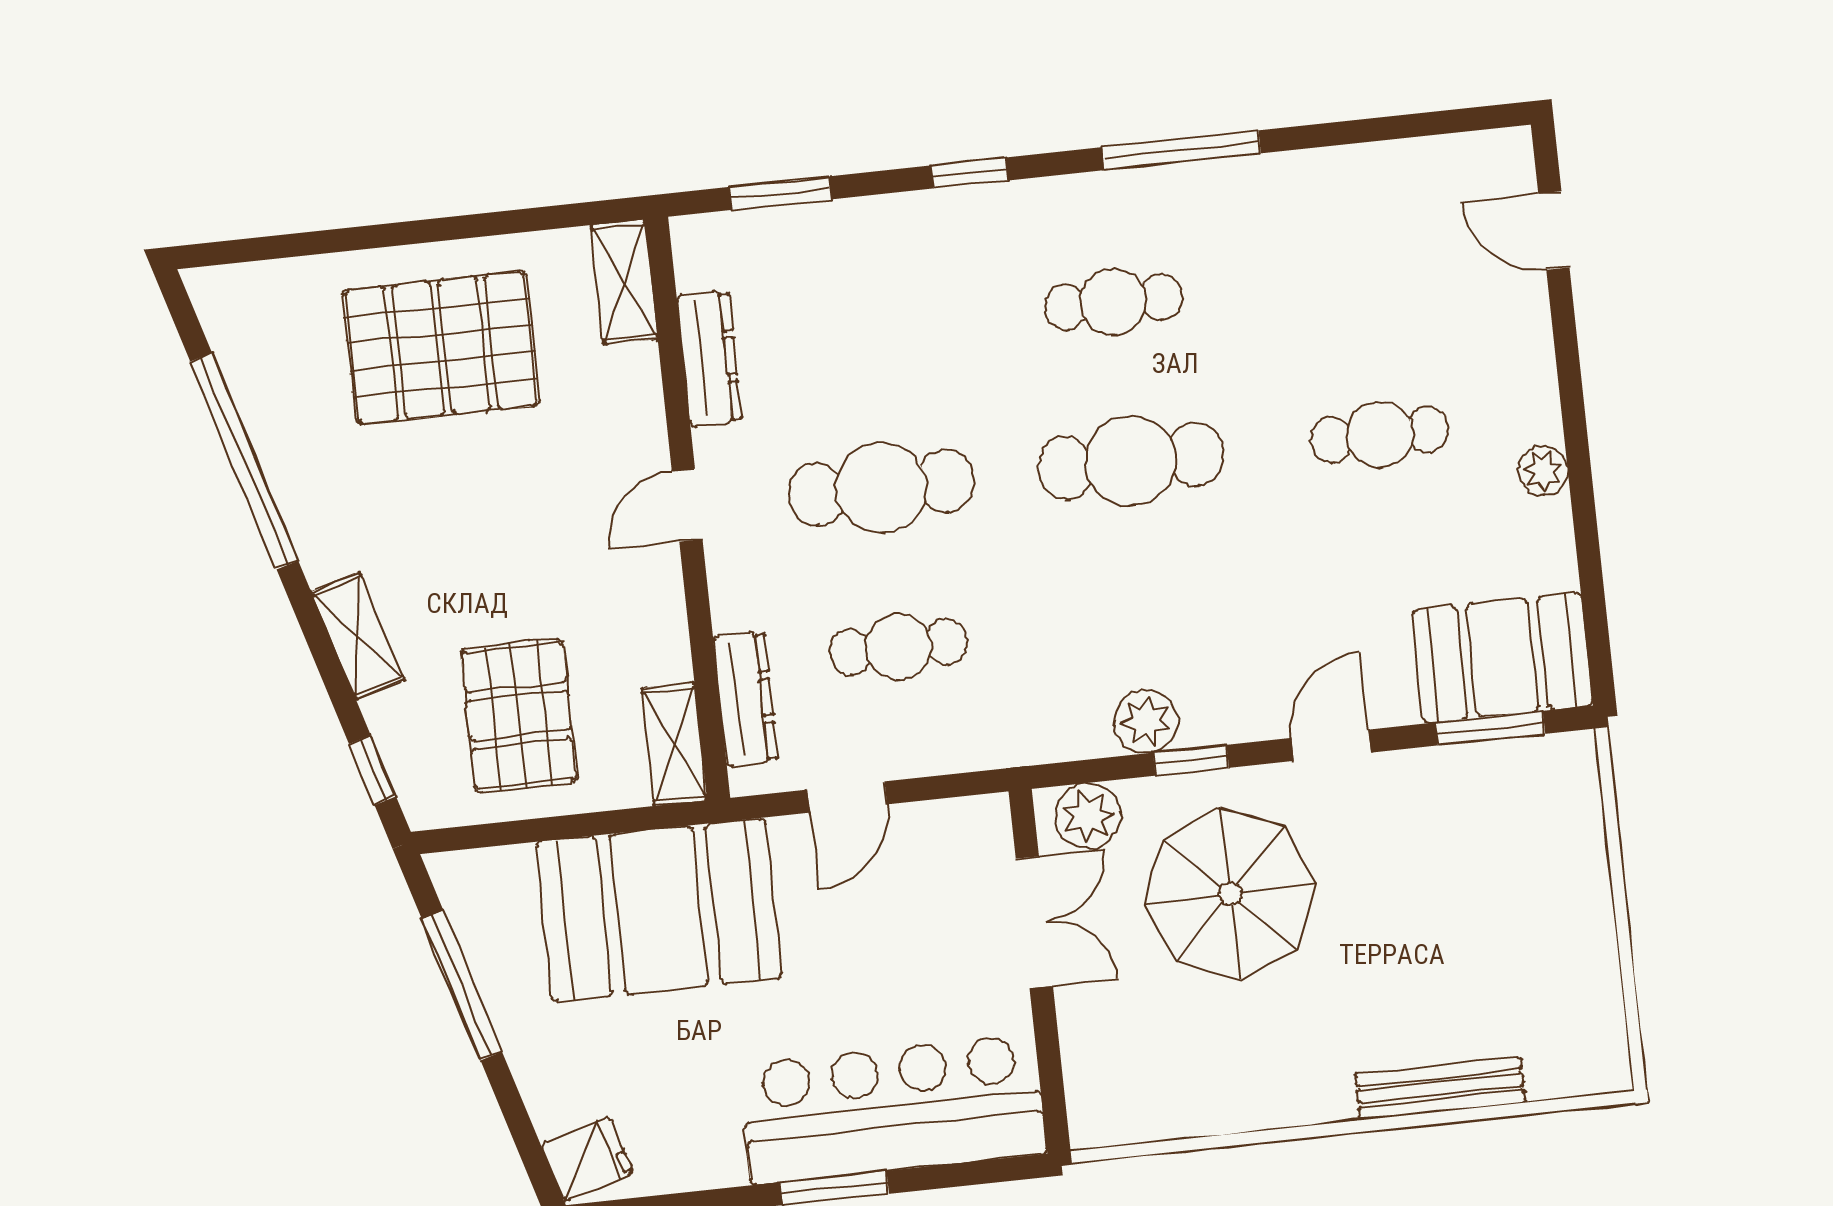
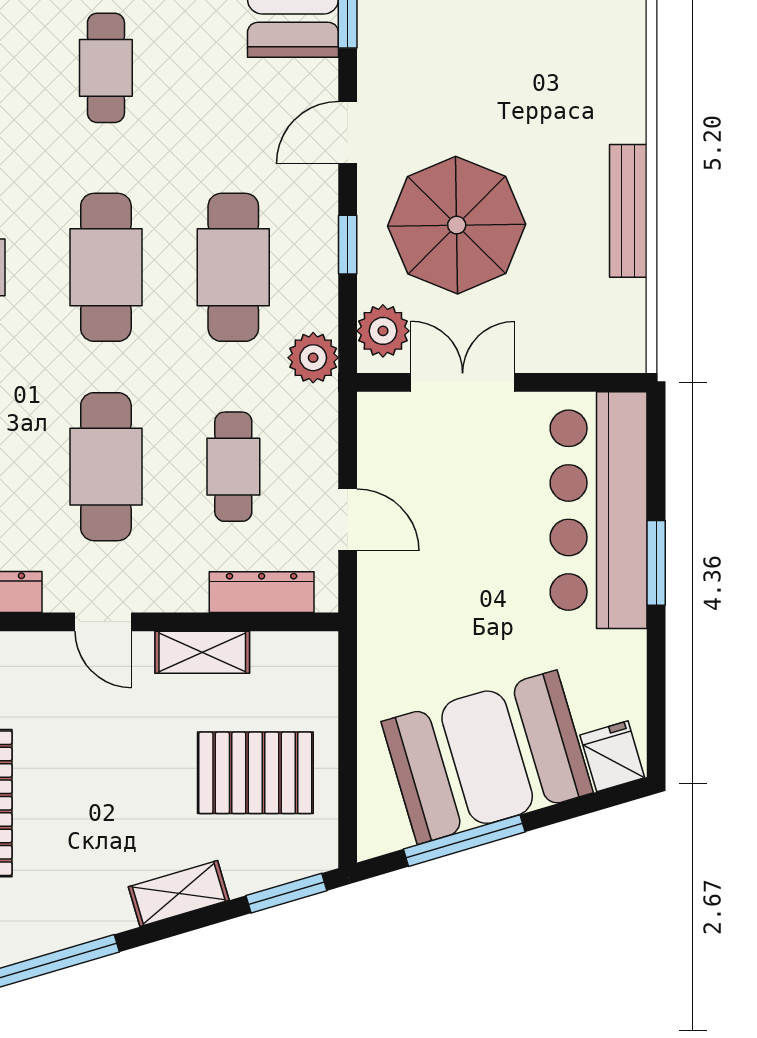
cafe table: (1147, 620) -> (233, 267), added
plant: (1146, 721) -> (313, 358), moved
shelving: (674, 744) -> (202, 652), moved
door: (1331, 745) -> (348, 133), hinge flipped
window: (373, 770) -> (286, 893), width x1.50
booth: (659, 910) -> (487, 757), moved, turned 74
bench: (1440, 1088) -> (628, 211), moved

